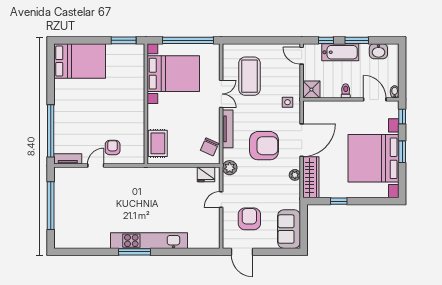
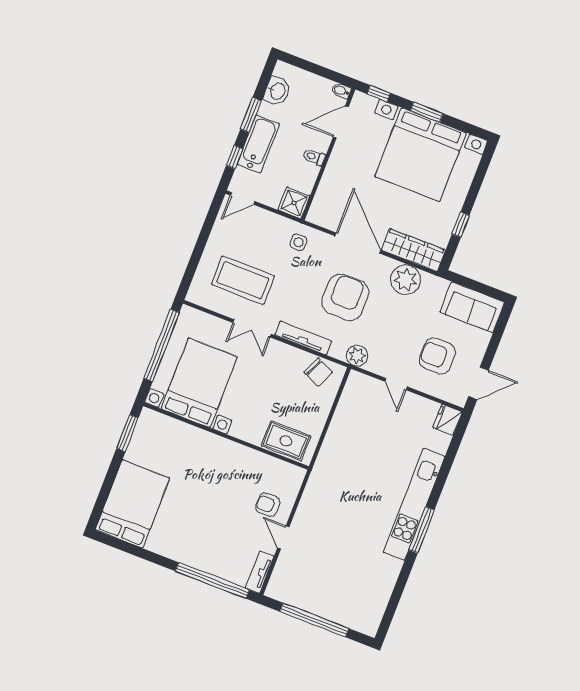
double door: (221, 94) -> (252, 328), swing flipped
fridge: (206, 174) -> (447, 420), moved, turned 180
plant: (295, 175) -> (406, 280), width x1.87, depth x1.87

